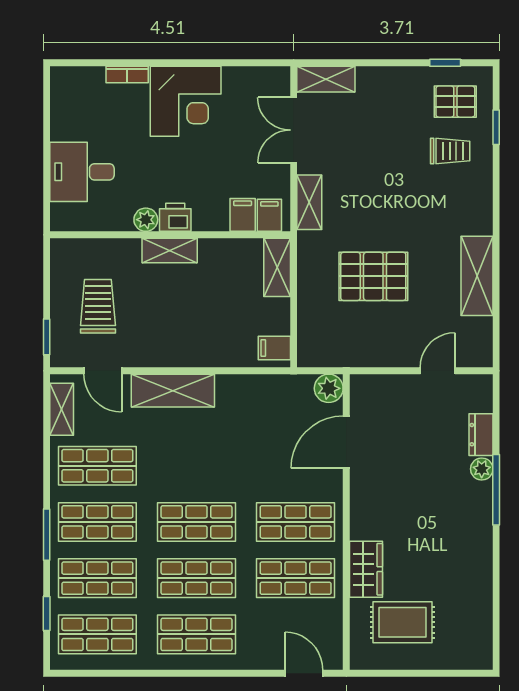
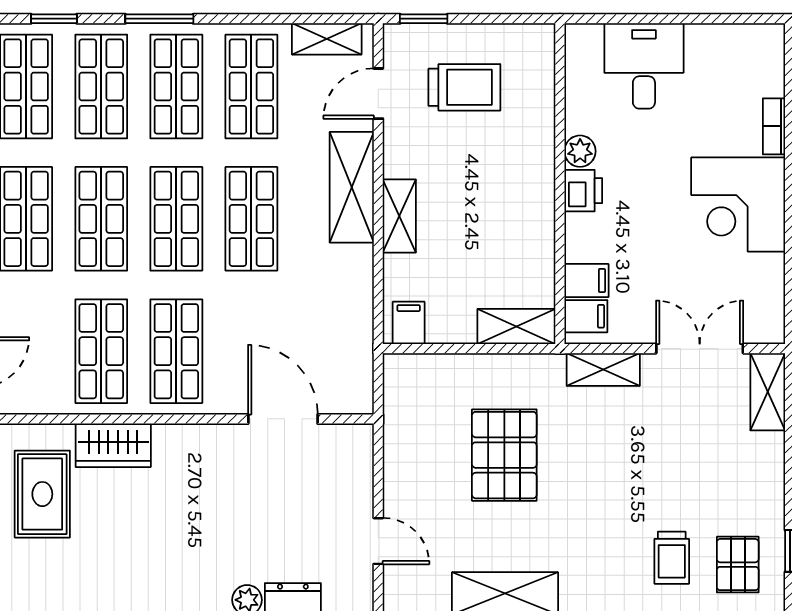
shelving: (170, 250) -> (399, 216), moved
plant: (329, 388) -> (355, 395), removed
shop shelf: (196, 466) -> (251, 219), added

